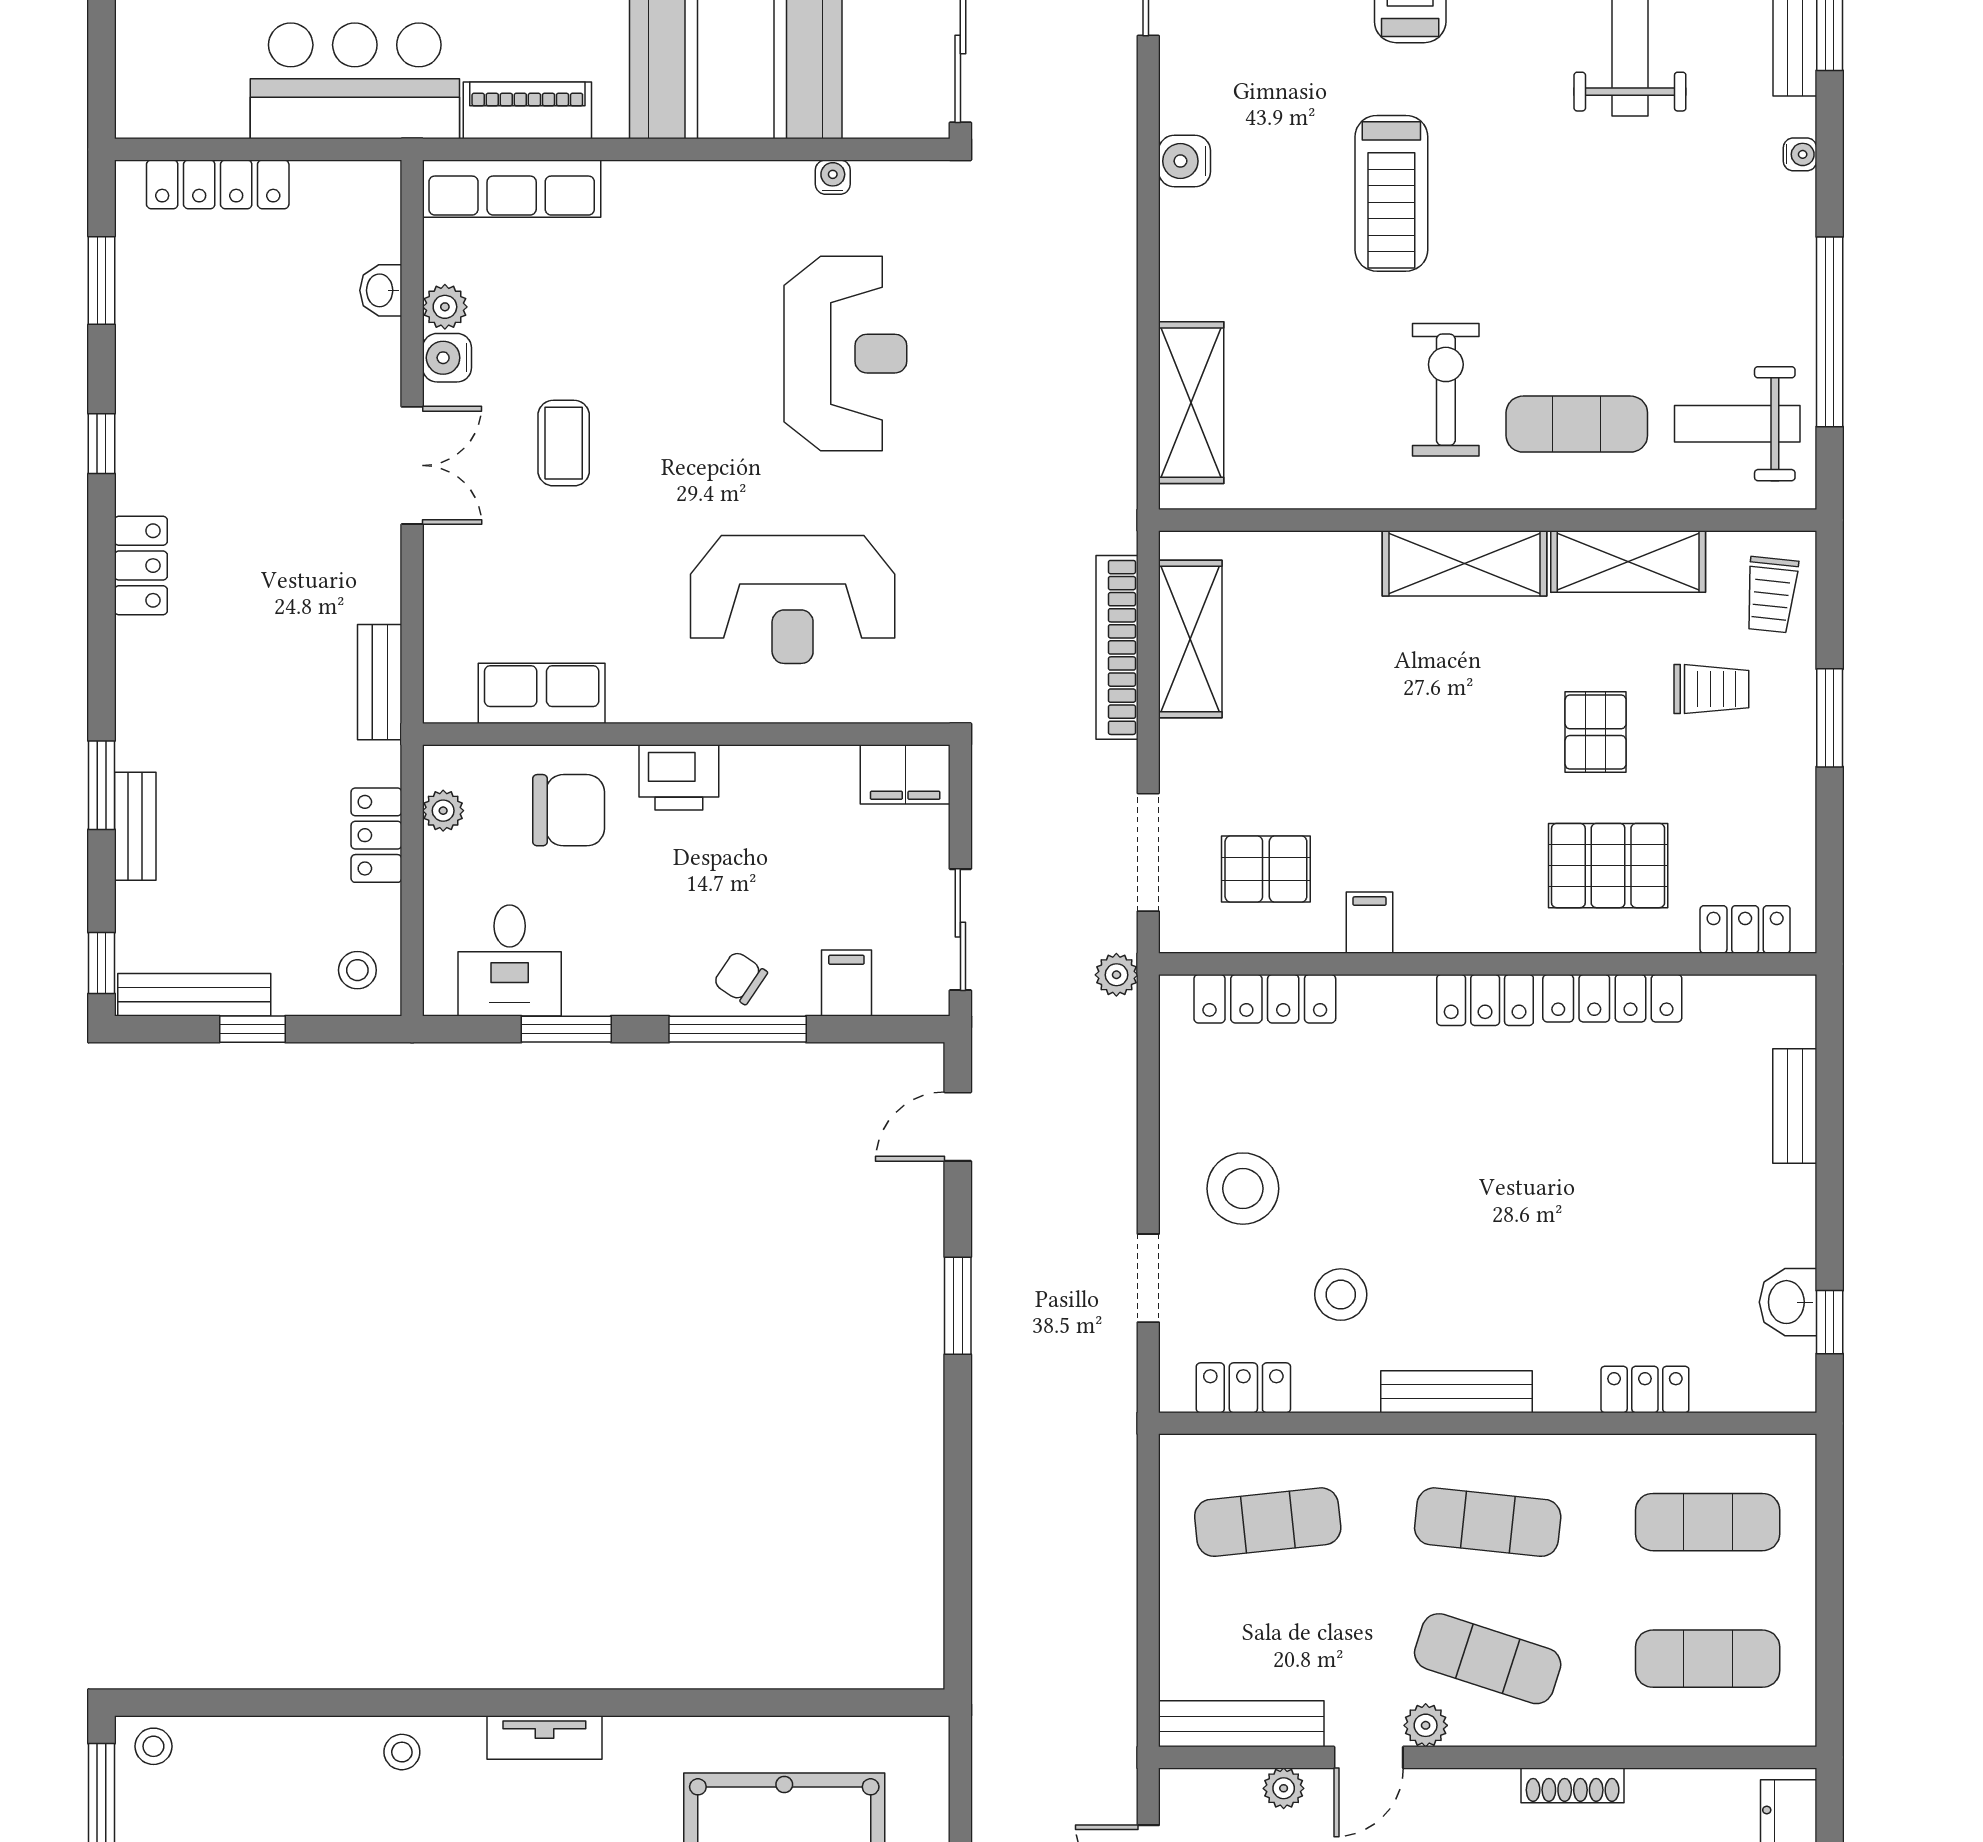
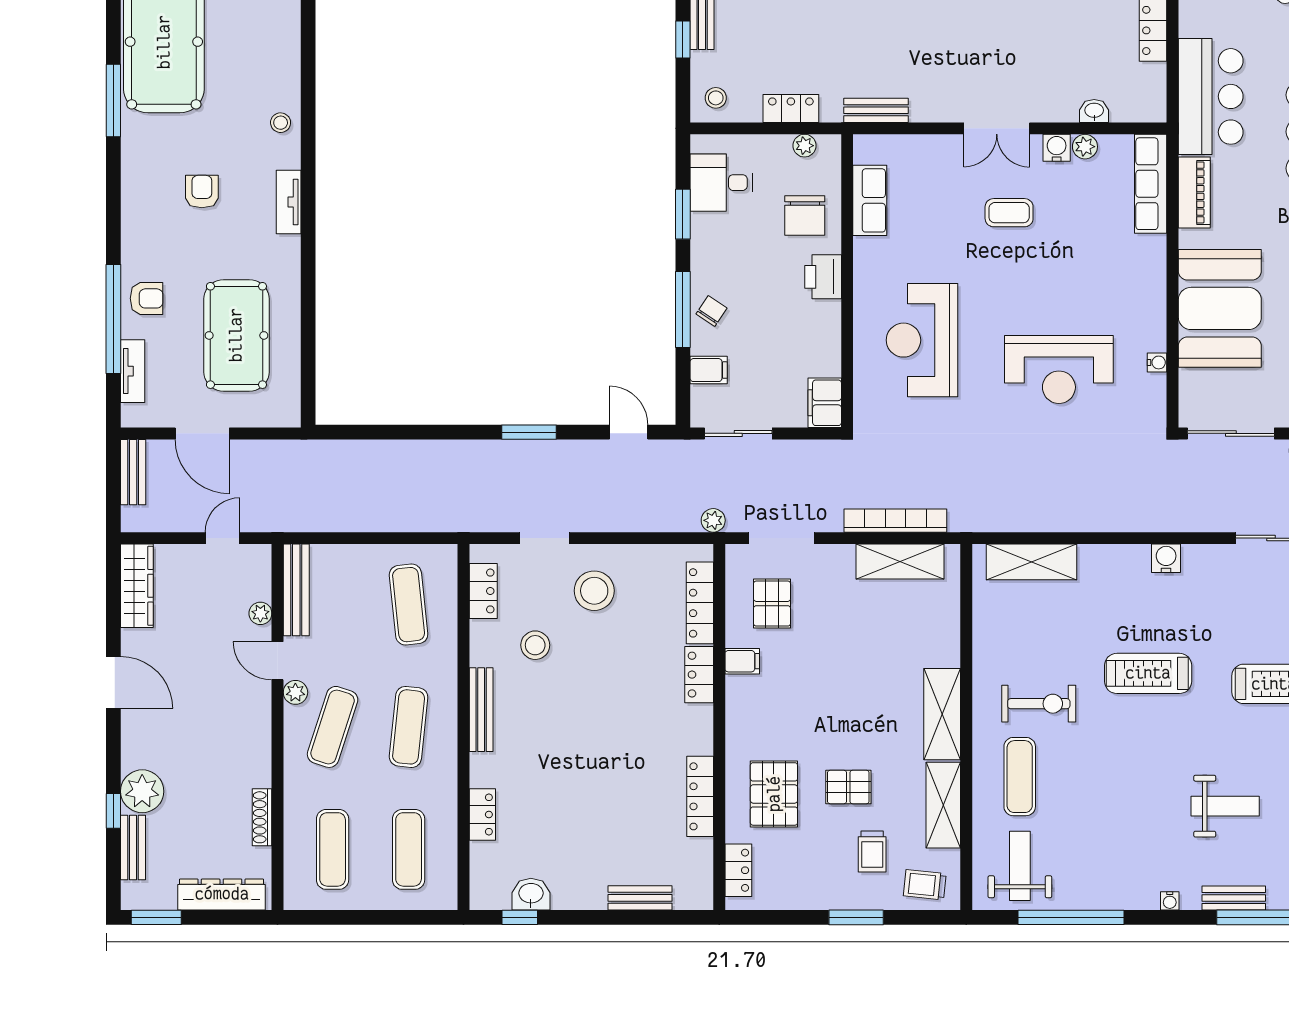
locker: (1485, 1000) -> (699, 675), moved
shoe rack: (1573, 1785) -> (262, 817), moved

